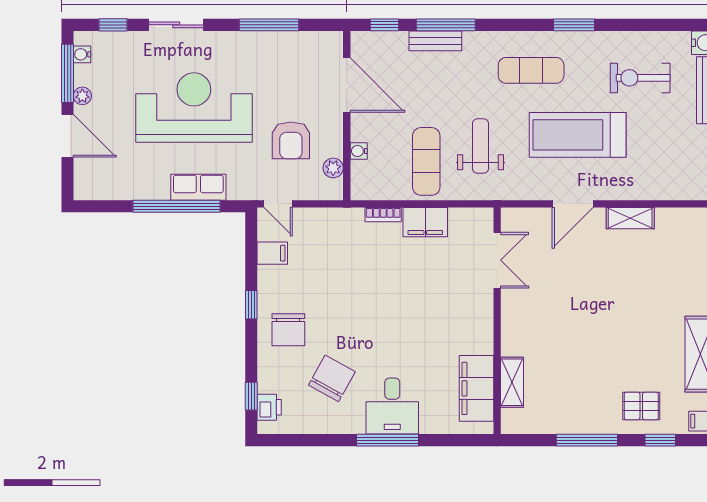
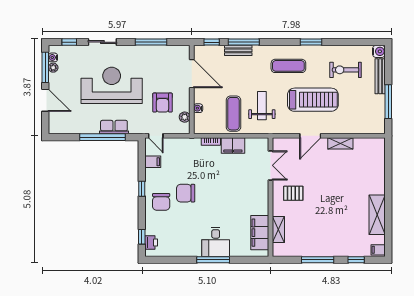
plant: (82, 96) -> (53, 68), moved
treadmill: (578, 135) -> (313, 100), turned 180
chair: (332, 378) -> (186, 193), moved, turned -119
pallet: (641, 406) -> (293, 193), moved

